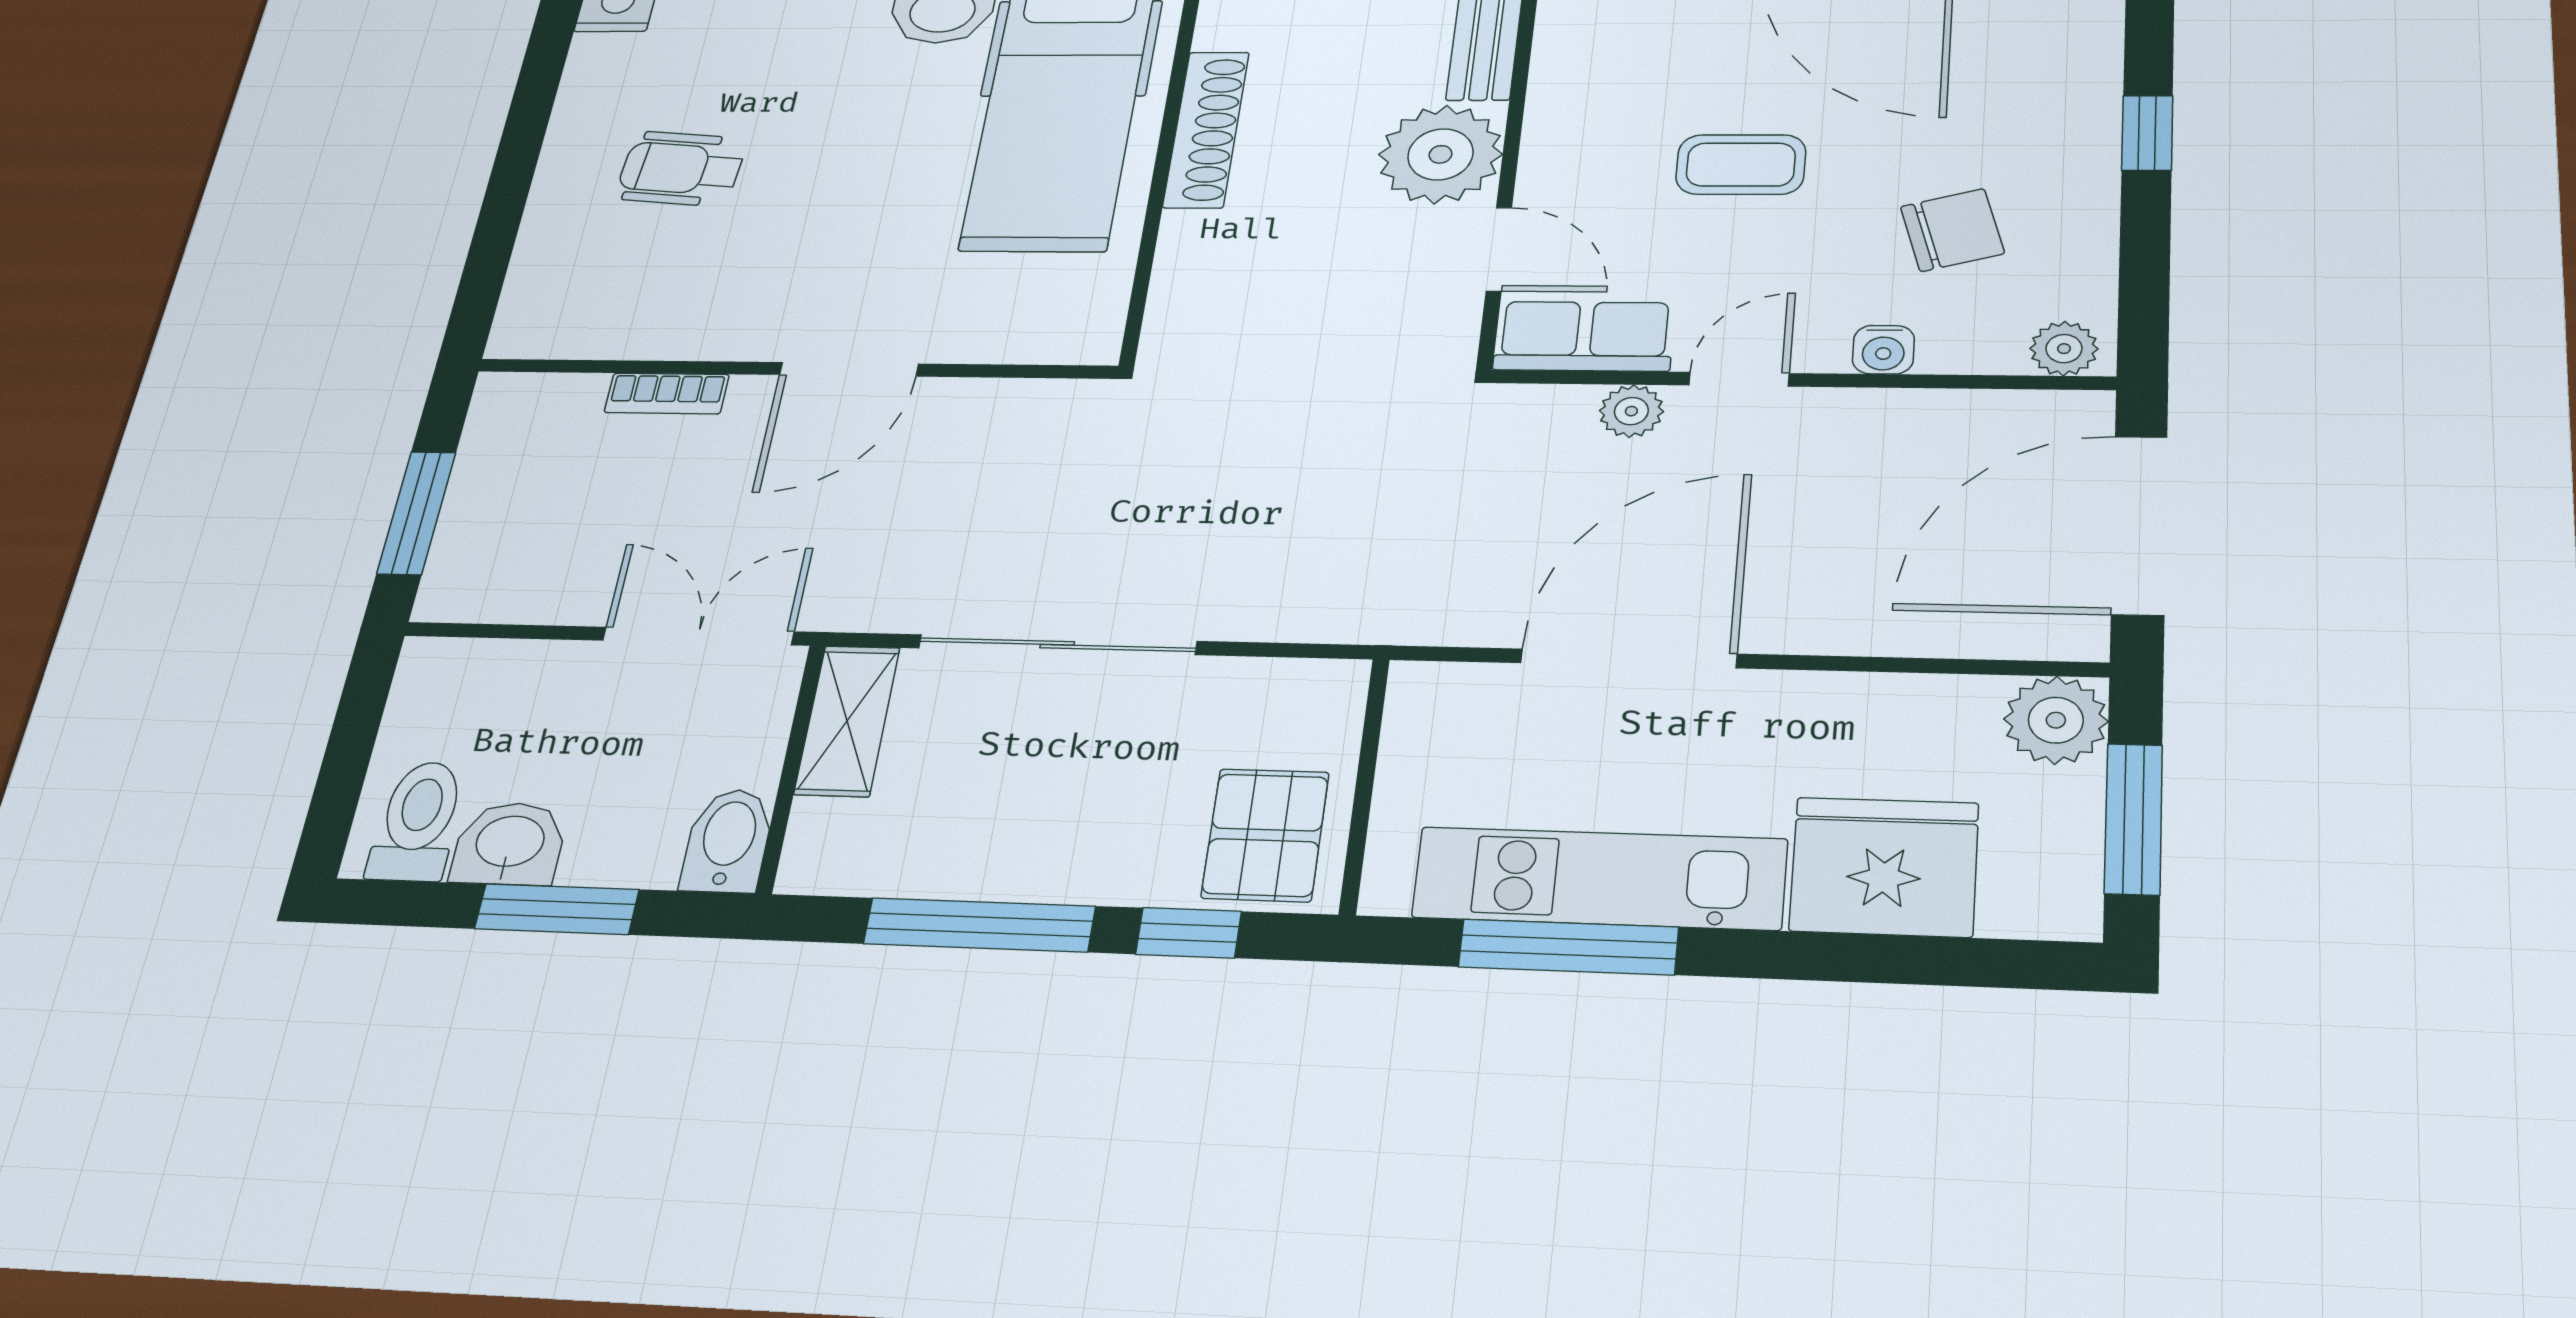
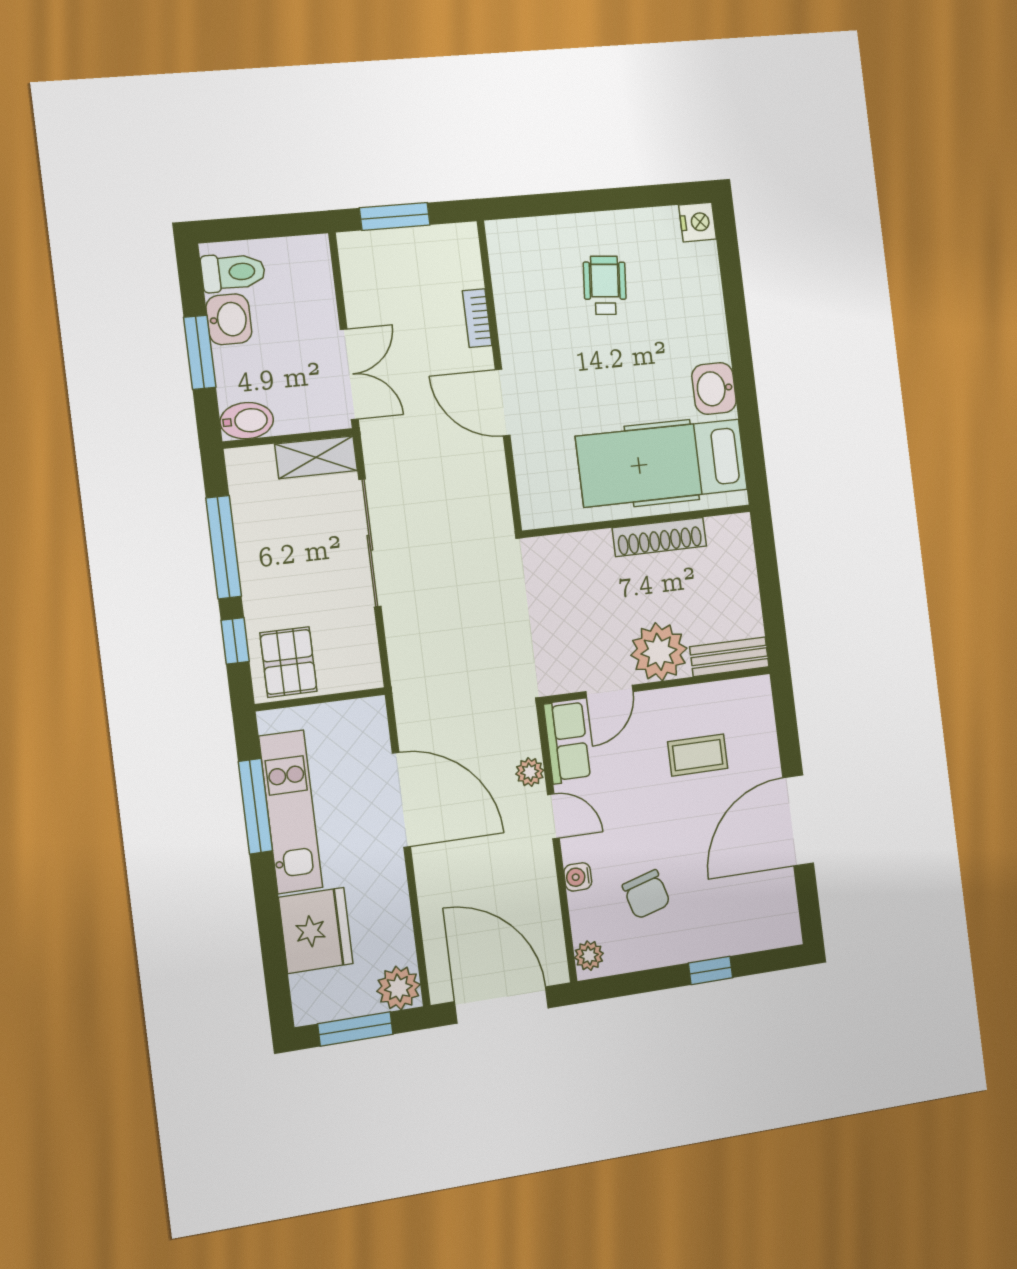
coffee table: (1741, 165) -> (698, 755), moved, turned 90
pallet: (1265, 835) -> (288, 662), turned 90

